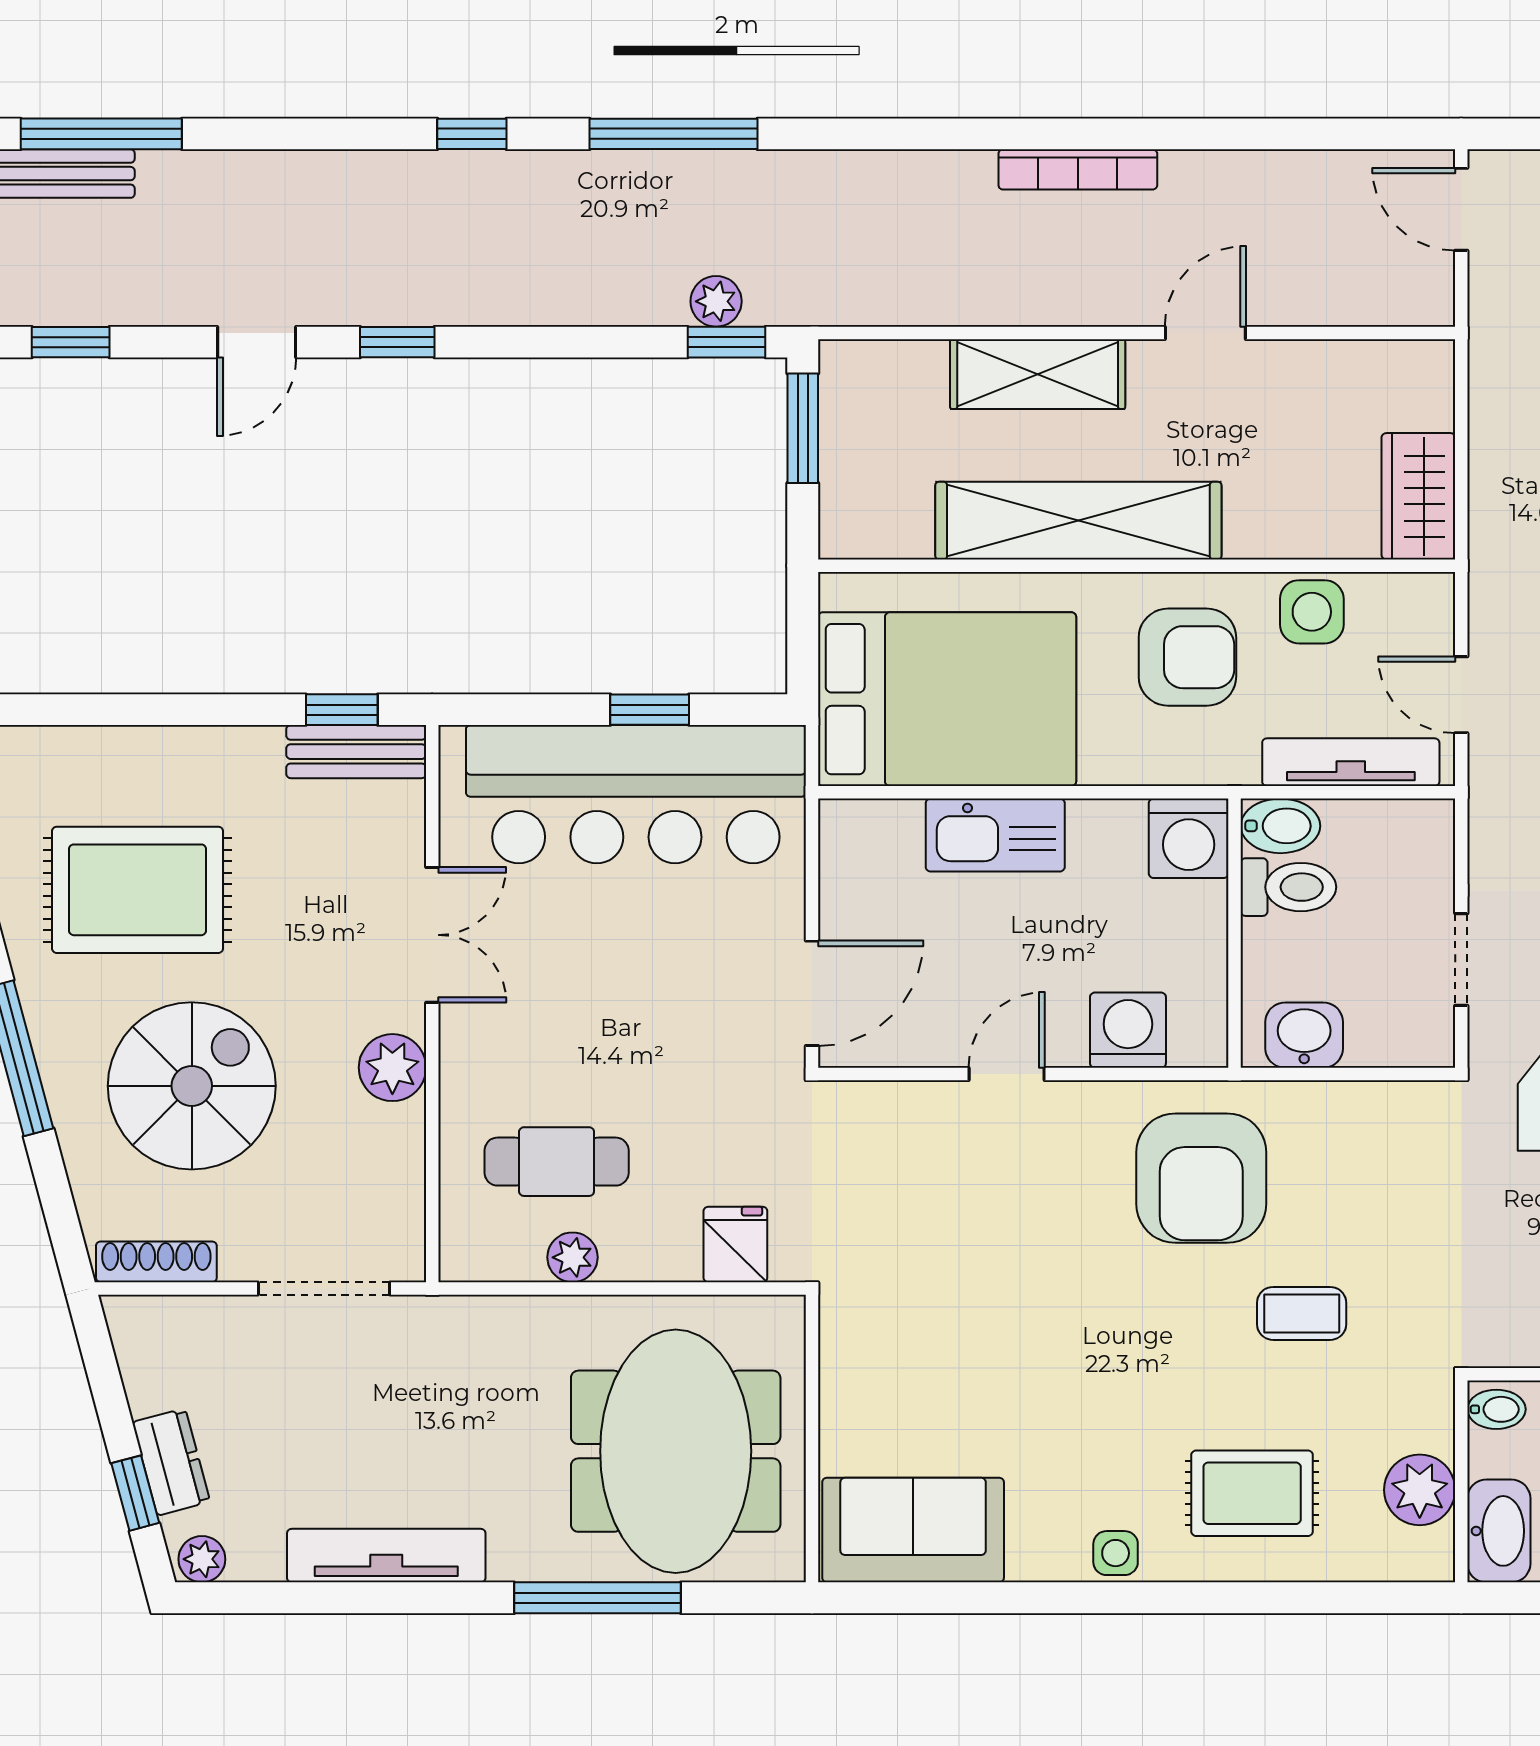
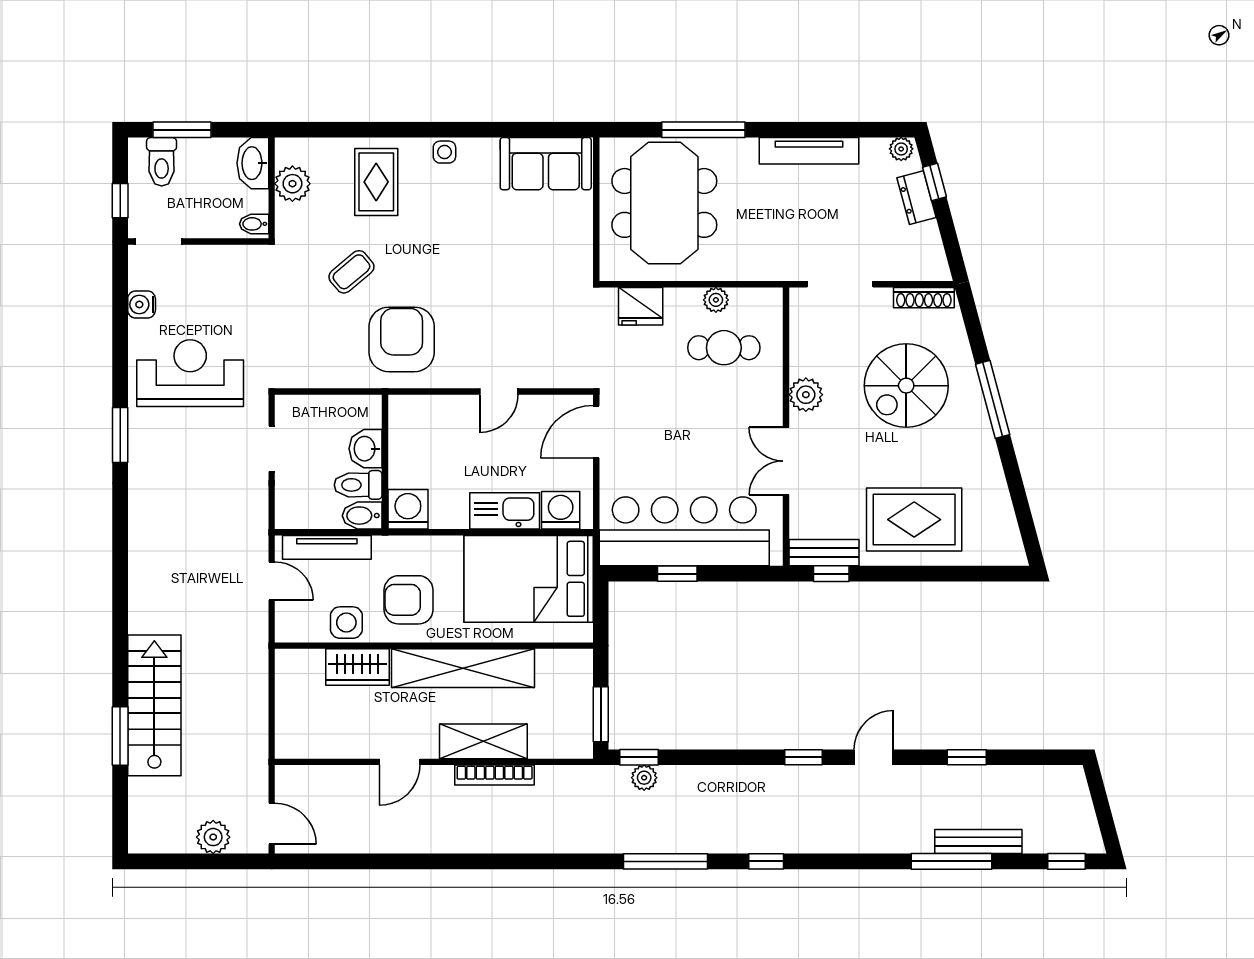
bookcase: (1078, 169) -> (495, 775), moved, turned 180
wardrobe: (1418, 496) -> (358, 667), moved, turned 90
rug: (138, 890) -> (914, 520), moved
washing machine: (1128, 1030) -> (561, 510), moved, turned 180
washbasin: (1304, 1035) -> (366, 449), moved, turned 90
fridge: (735, 1244) -> (641, 306), width x1.38
coffee table: (1302, 1313) -> (351, 272), turned -40
rug: (1252, 1493) -> (376, 182), turned 90

